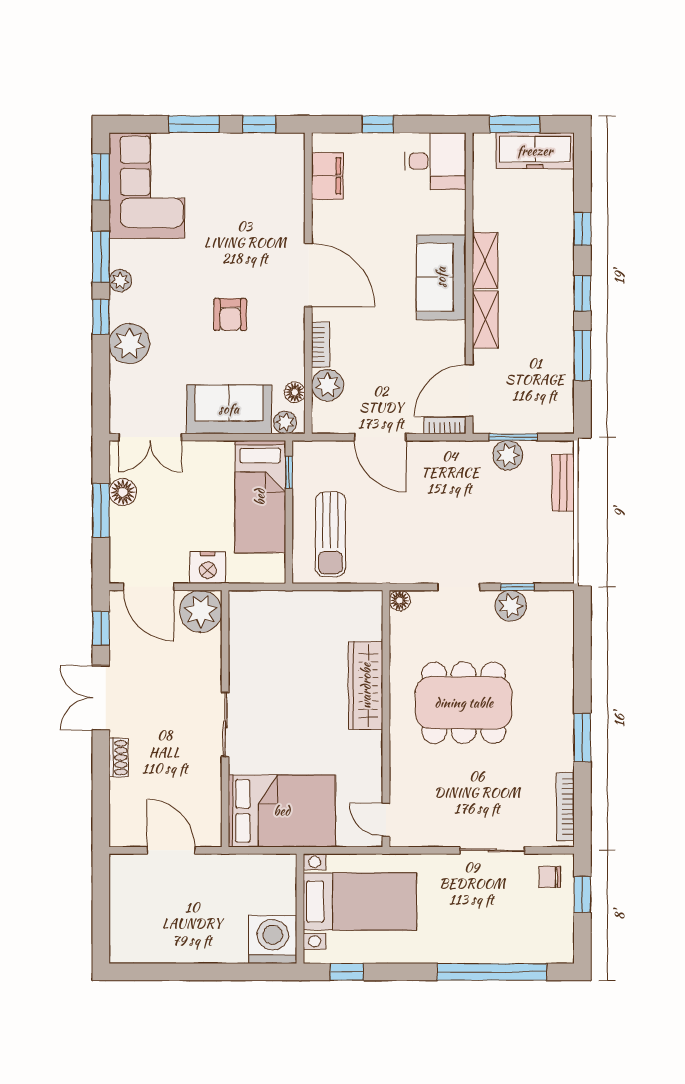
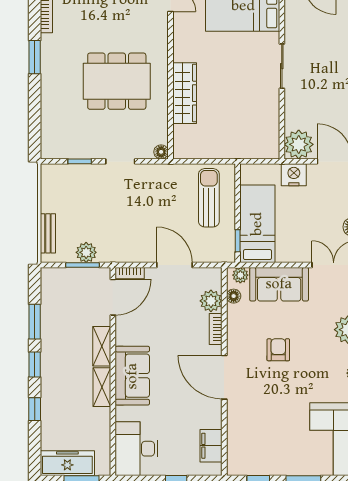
desk: (435, 161) -> (136, 449), width x1.37
plant: (511, 606) -> (84, 148), removed

